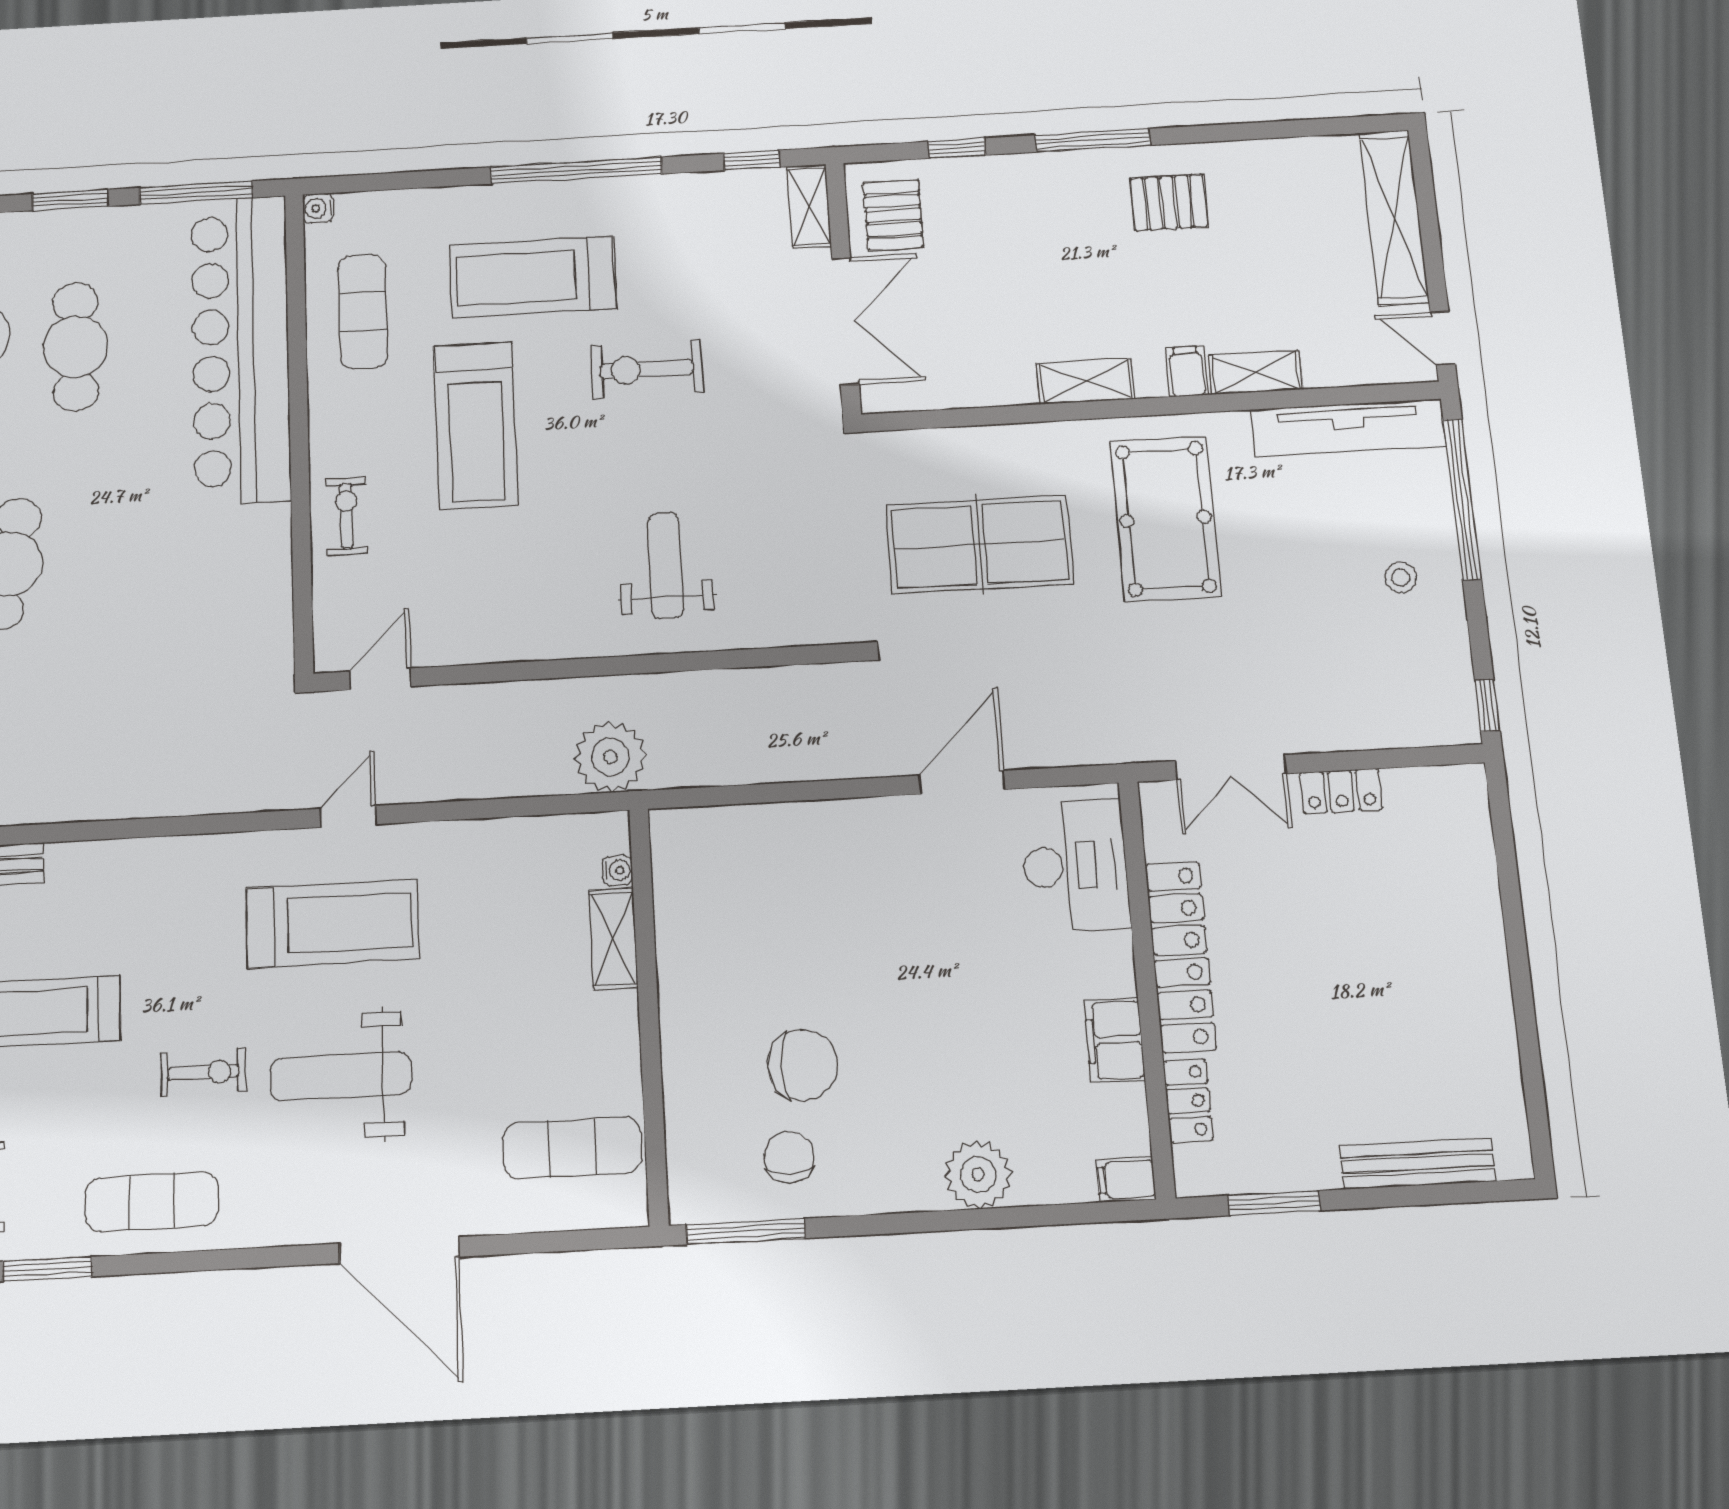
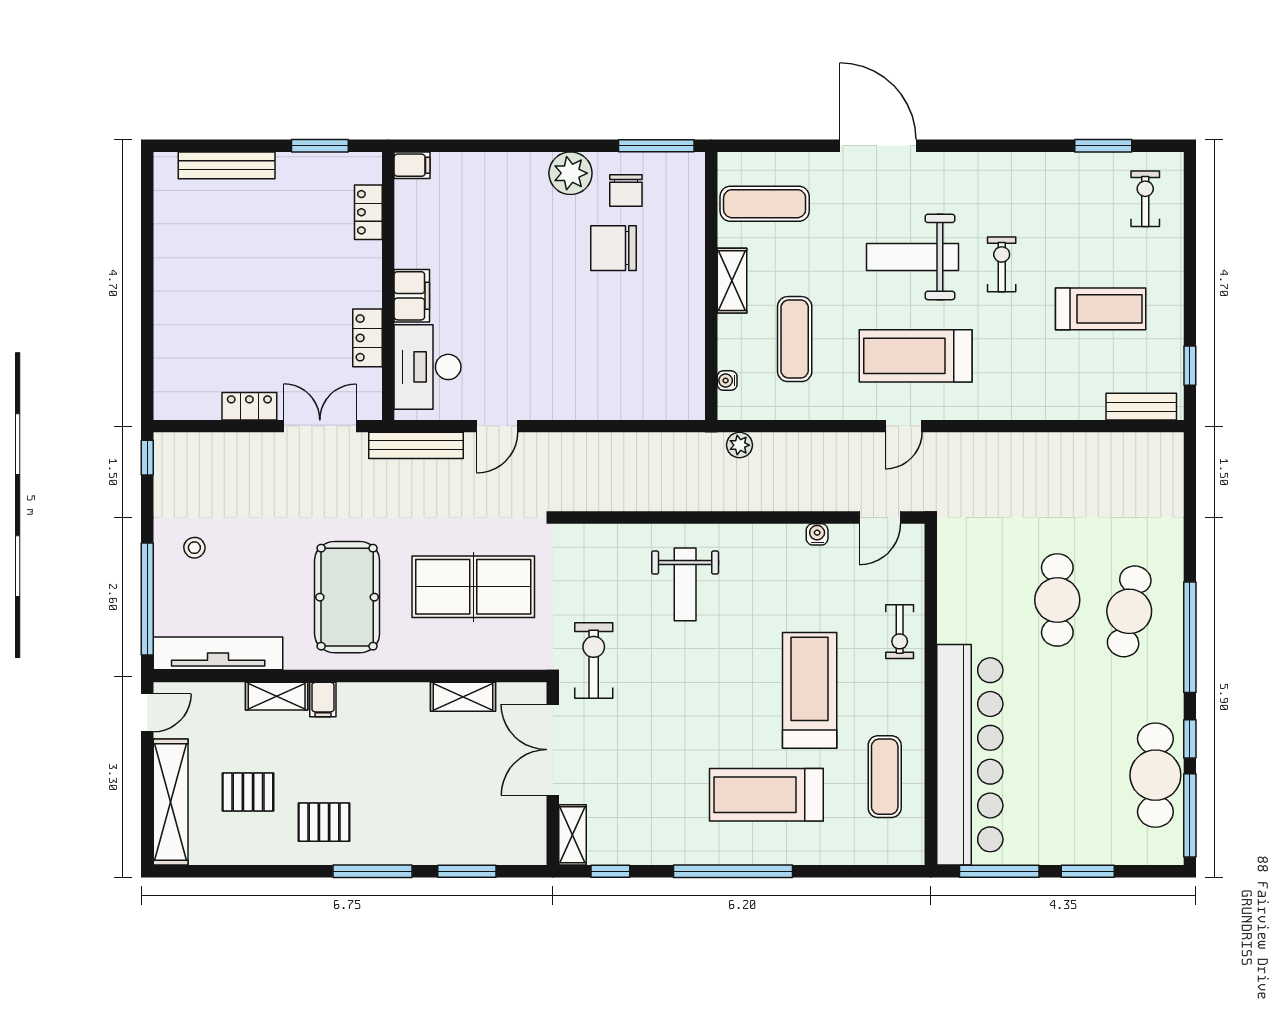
window: (957, 148) -> (467, 871), width x1.50
water cooler: (318, 208) -> (817, 534), moved, turned -90
pallet: (893, 215) -> (248, 792), moved, turned 90
treadmill: (533, 277) -> (766, 795), turned 180
door: (1443, 338) -> (147, 713), hinge flipped
cafe table: (76, 347) -> (1057, 600), moved
exercise bike: (647, 369) -> (594, 660), moved, turned -90
shelving: (1086, 381) -> (463, 697), moved
bench: (1083, 747) -> (416, 445), added
plant: (610, 757) -> (739, 445), width x0.53, depth x0.53
door: (962, 782) -> (497, 426), width x0.73
shelving: (613, 939) -> (732, 281), moved
locker: (1181, 956) -> (367, 338), width x0.46, depth x0.83
filing cabinet: (1115, 1040) -> (412, 296), moved
exercise bike: (203, 1072) -> (1002, 264), turned 90
weight bench: (341, 1076) -> (912, 257), turned 180
plant: (978, 1175) -> (570, 173), moved
exercise mat: (152, 1202) -> (795, 339), moved, turned 90

